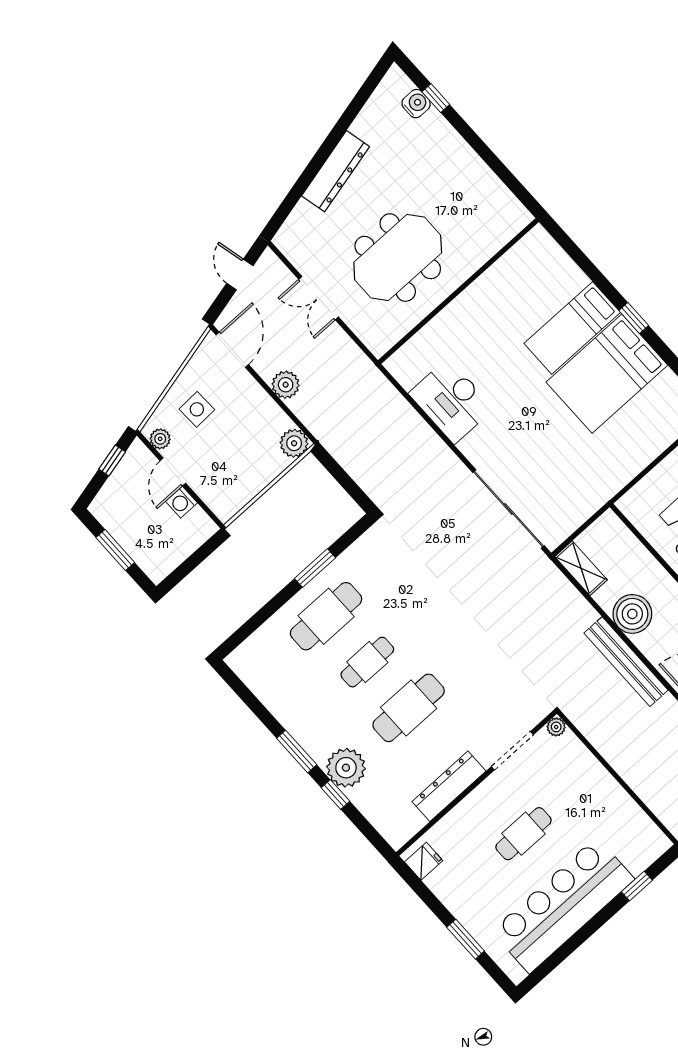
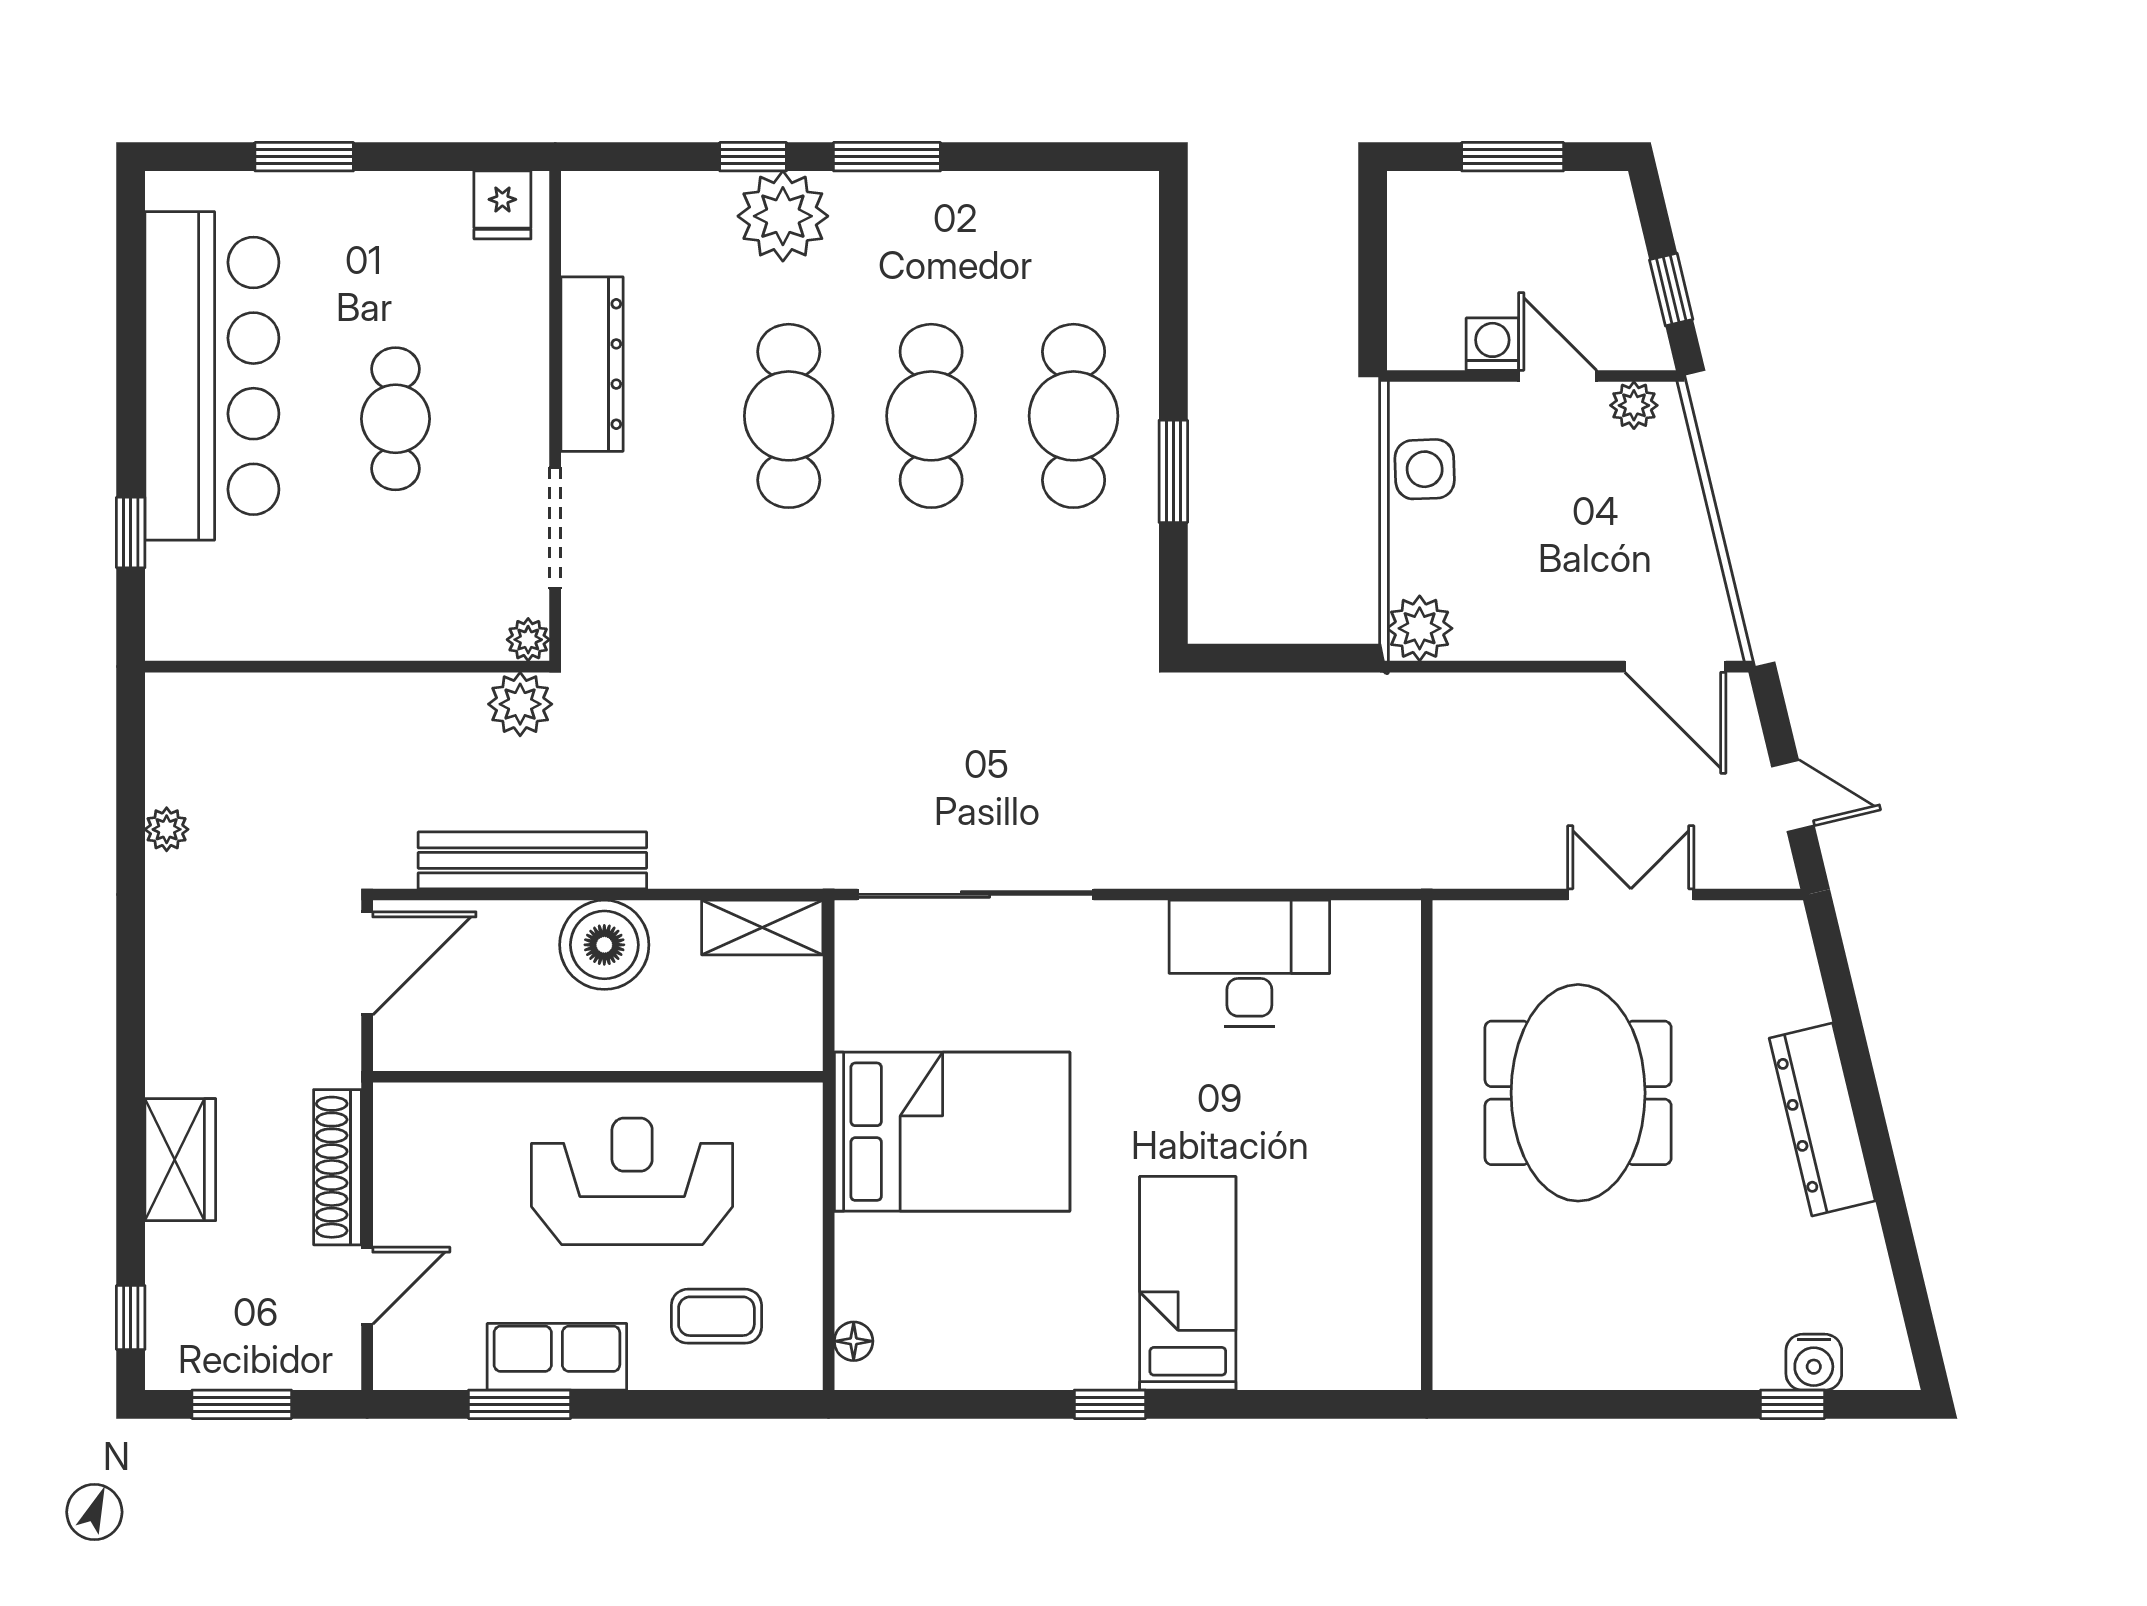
bed: (607, 374) -> (952, 1132), moved, turned 90
plant: (286, 385) -> (520, 704), moved
side table: (197, 409) -> (1425, 469), moved
cafe table: (367, 662) -> (931, 416), width x1.37, depth x1.35

